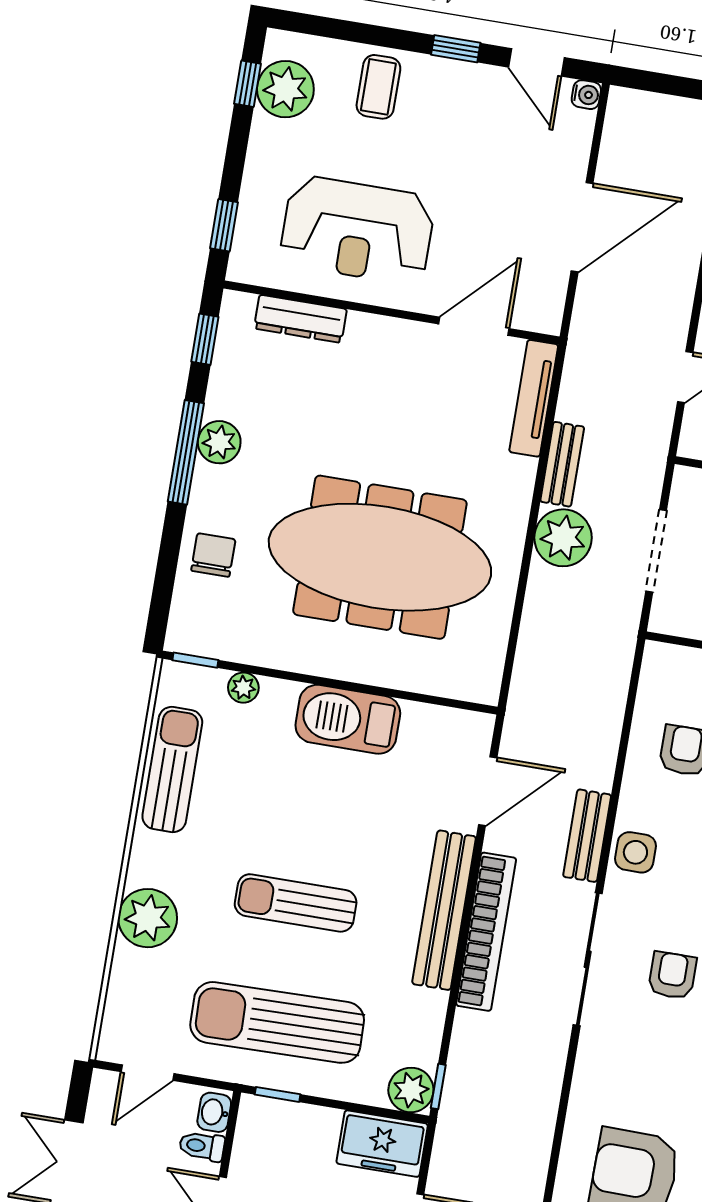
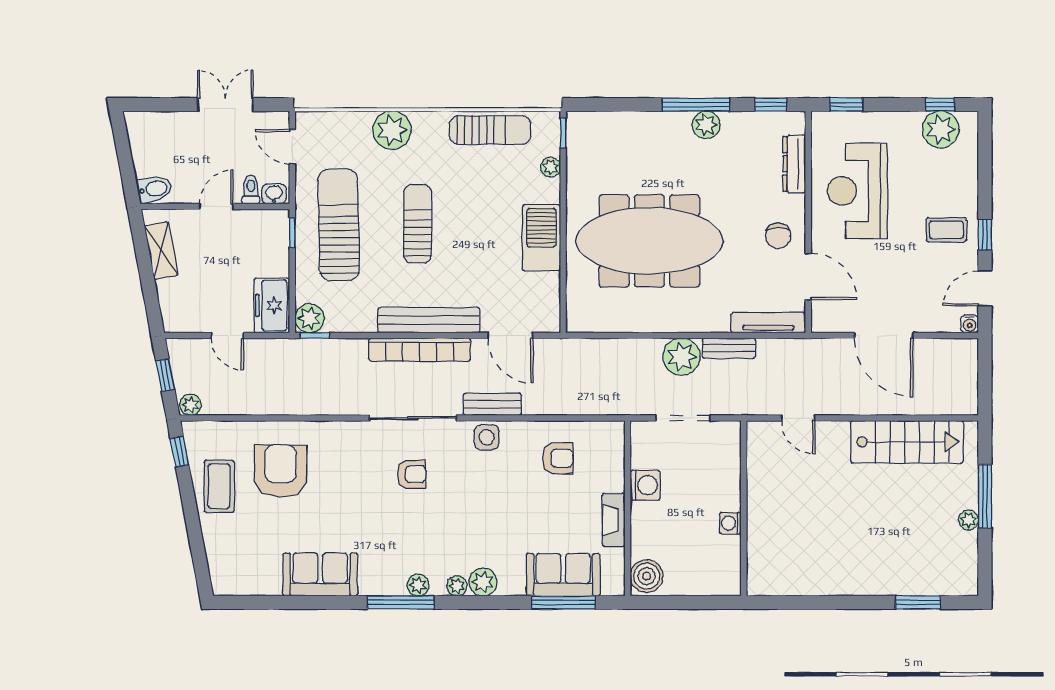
coffee table: (378, 87) -> (946, 230), moved
chair: (213, 555) -> (778, 236), moved, turned 90
meeting table: (380, 557) -> (649, 241), turned 90

